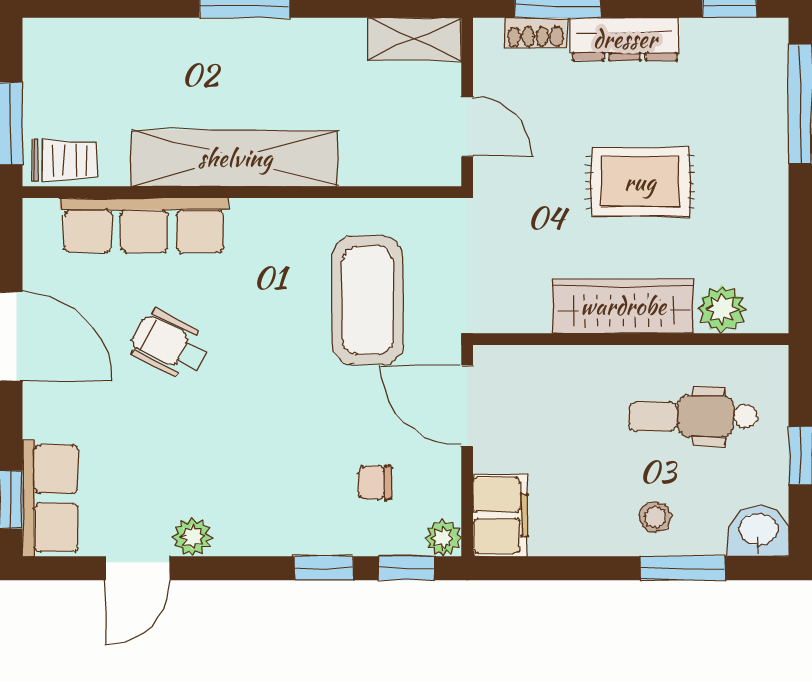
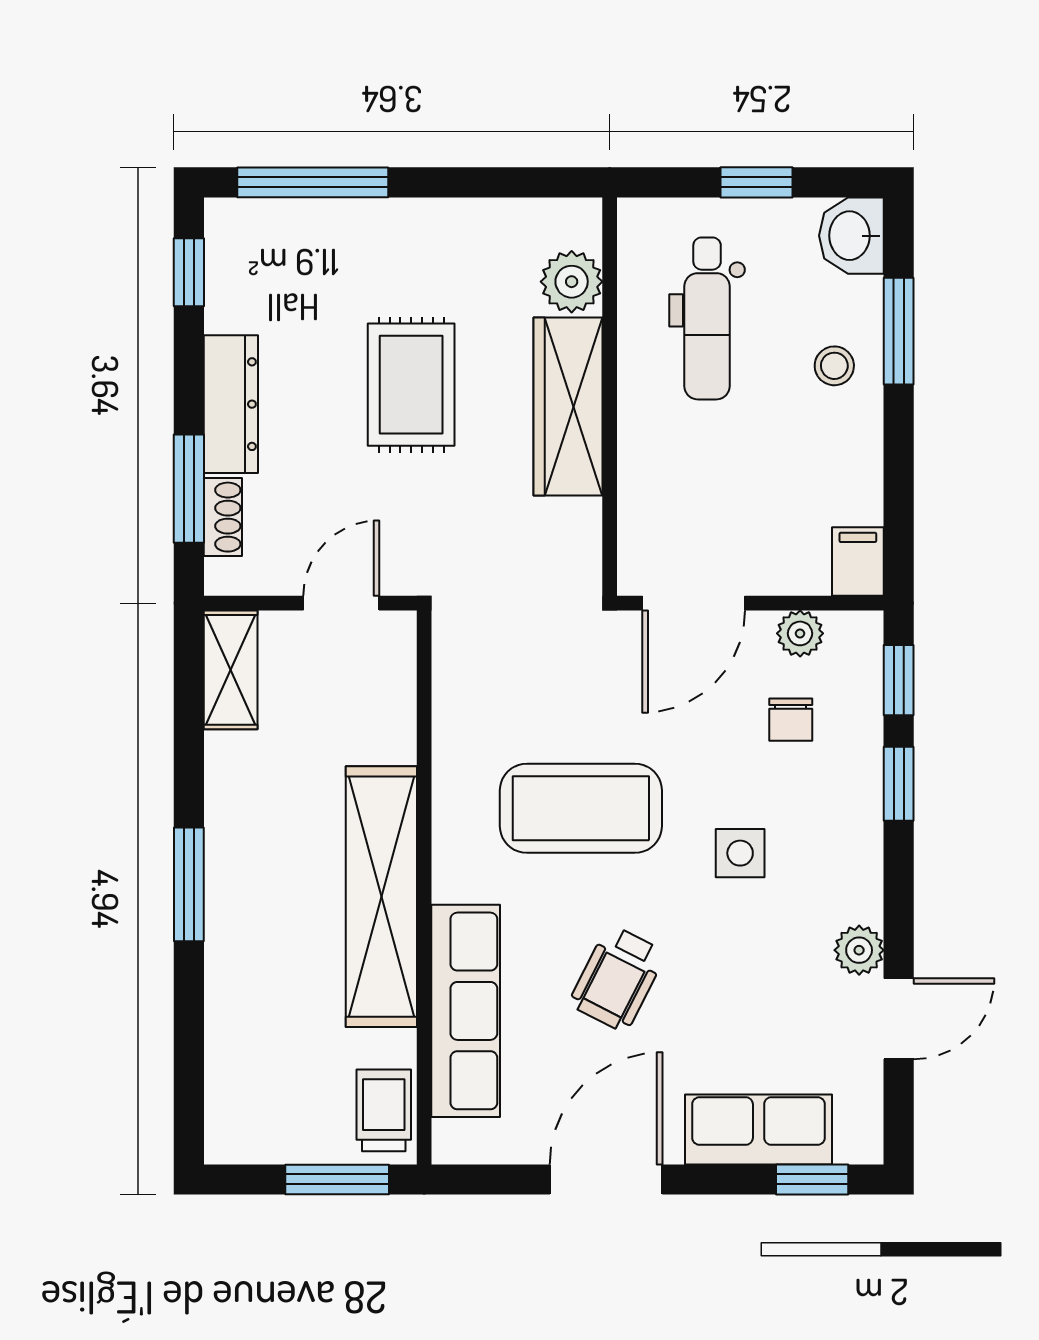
coffee table: (368, 300) -> (581, 808), moved
side table: (269, 443) -> (740, 853), added
row of seats: (50, 498) -> (759, 1129), moved
filing cabinet: (500, 515) -> (858, 562), width x0.50
plant: (443, 538) -> (800, 633), moved
door: (138, 568) -> (899, 1019), hinge flipped

